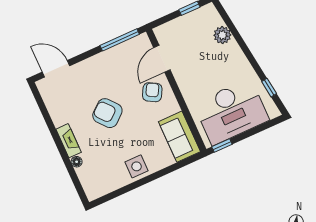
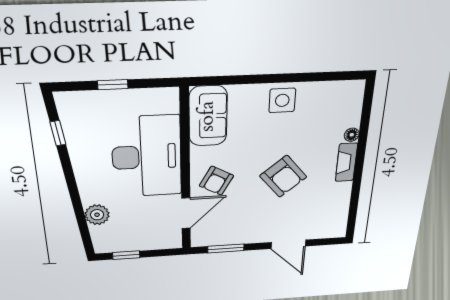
window: (120, 40) -> (226, 248), width x0.69
door: (56, 69) -> (288, 244), moved
desk: (231, 112) -> (147, 157), moved, turned 90
window: (222, 146) -> (113, 85), moved

